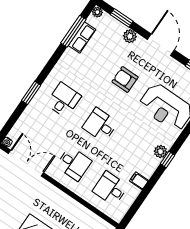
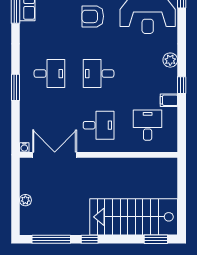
desk: (64, 100) -> (49, 74), turned 90
window: (168, 160) -> (182, 85), moved
desk: (110, 189) -> (148, 125), turned 90

